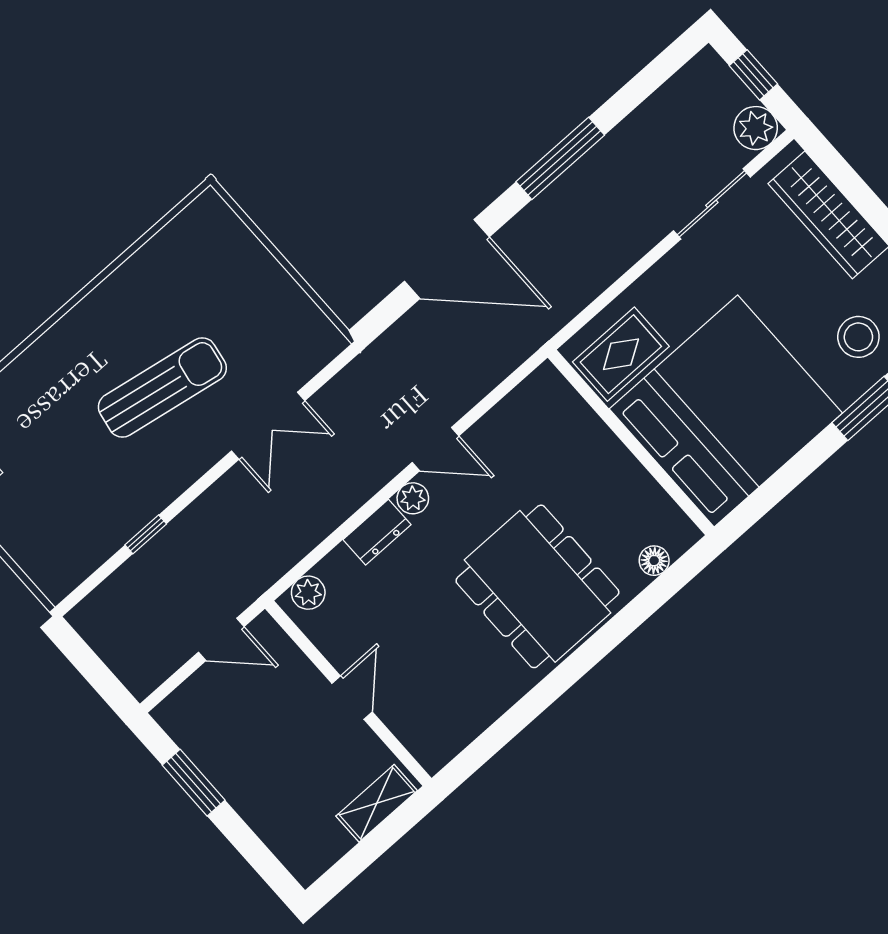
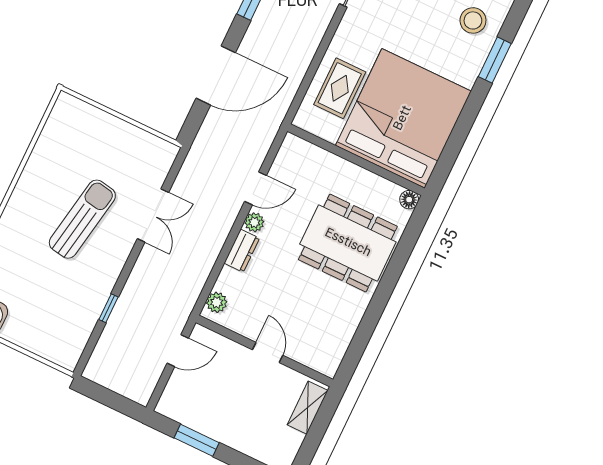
bed: (726, 411) -> (403, 118), moved
wall: (631, 442) -> (356, 160), moved

